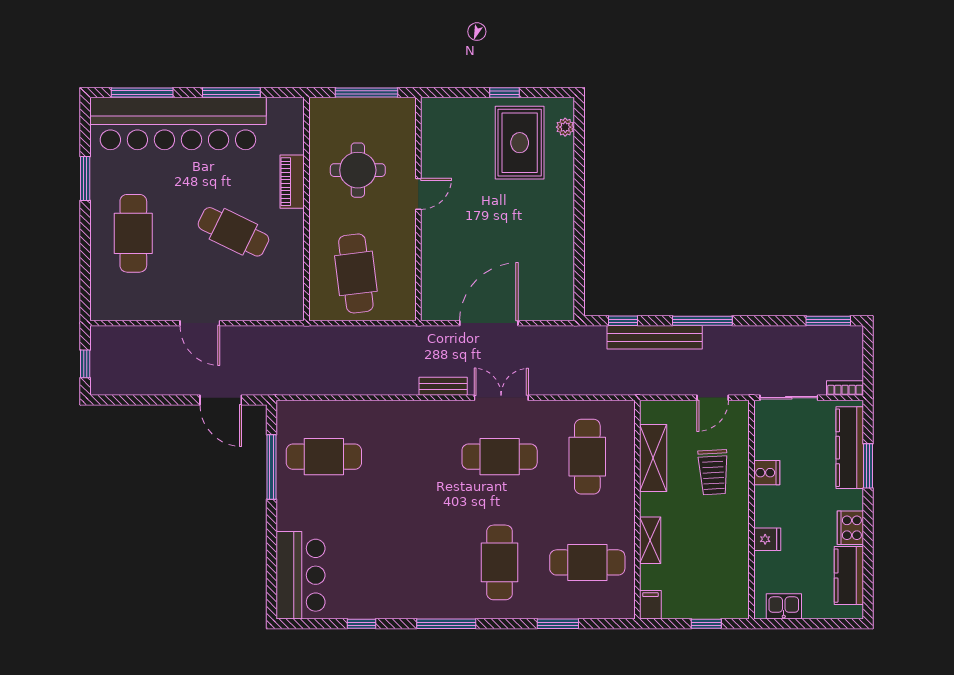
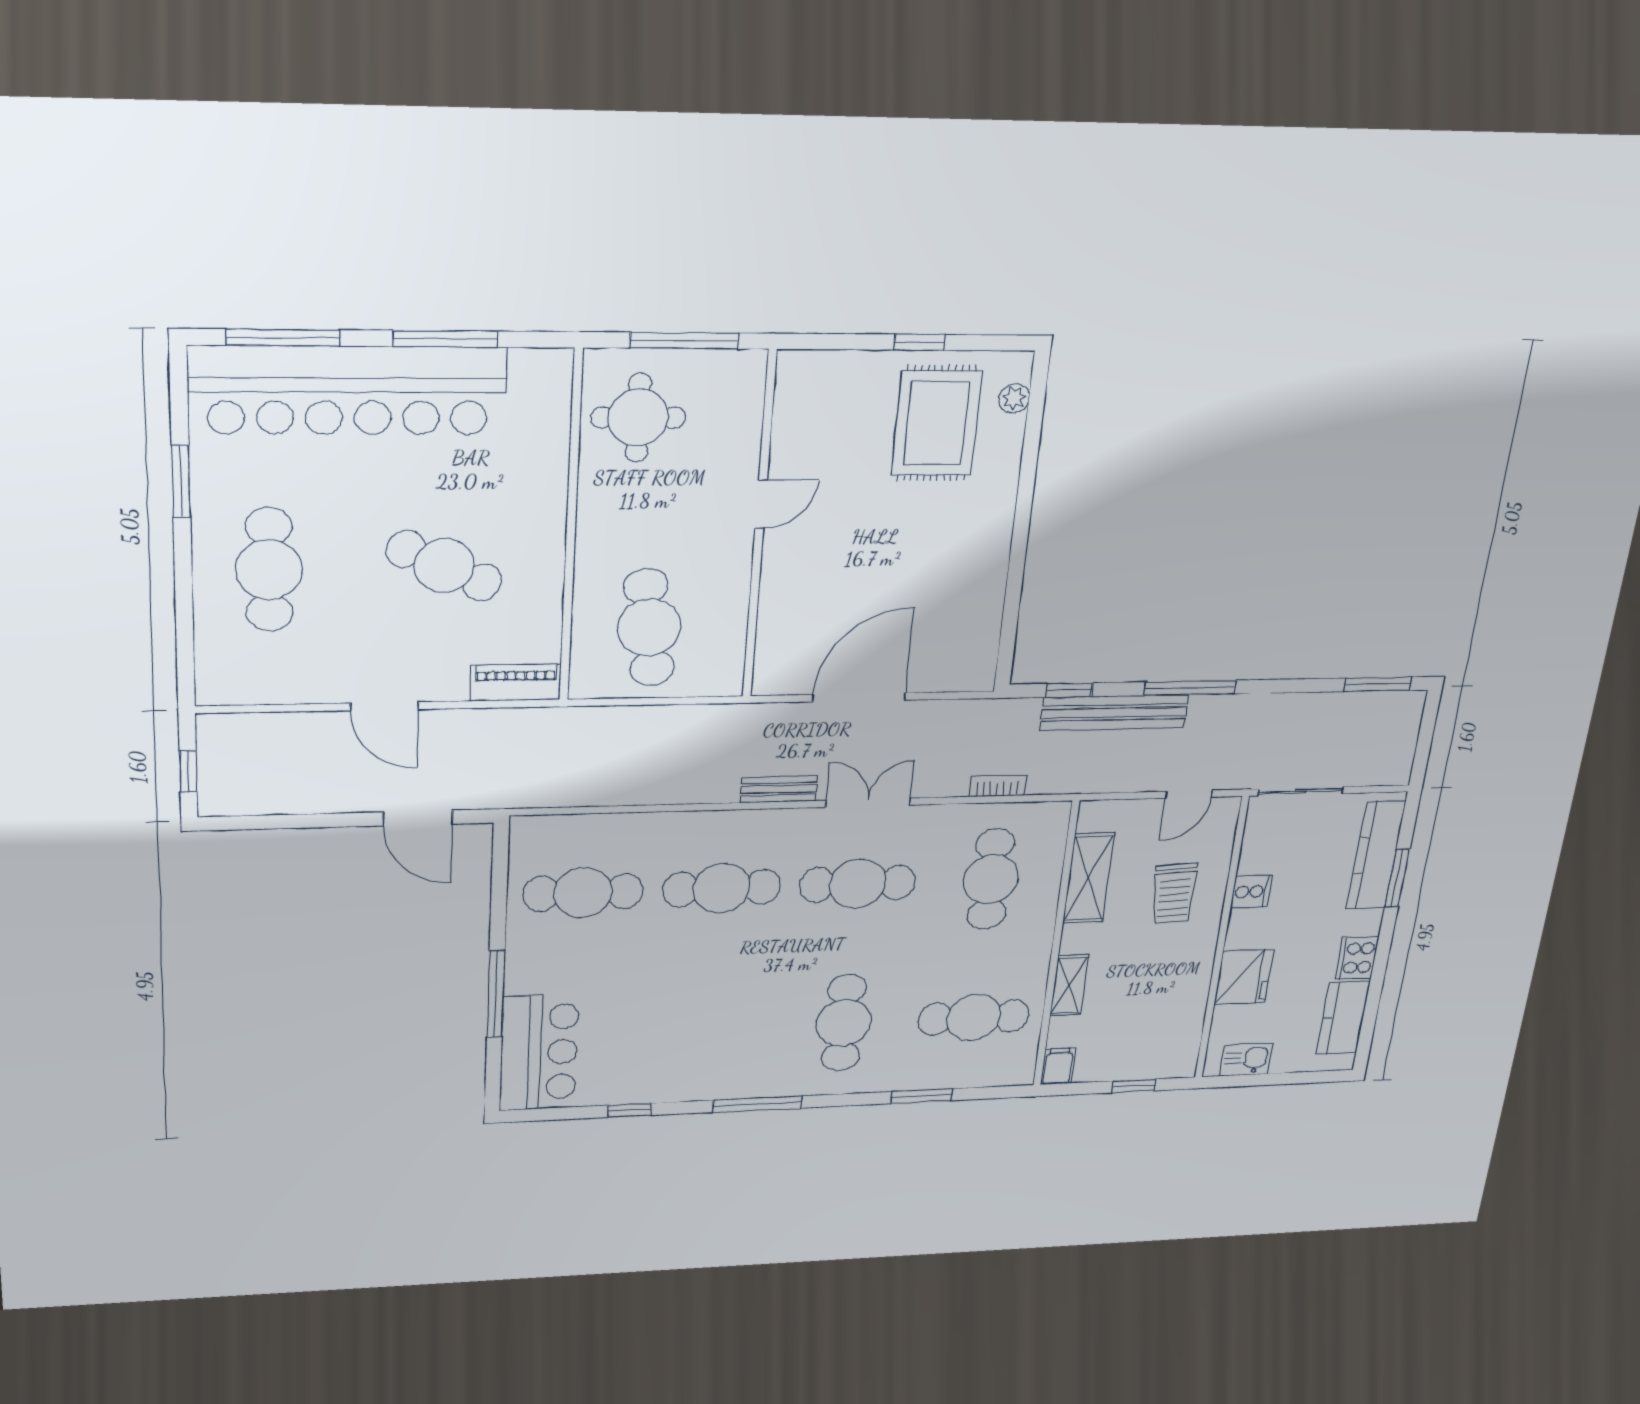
round table: (358, 170) -> (638, 418), moved
piano: (292, 182) -> (516, 683), moved, turned 90
bookcase: (845, 388) -> (997, 786), moved
cafe table: (412, 457) -> (722, 888), added
window: (272, 467) -> (496, 994), moved
fridge: (767, 539) -> (1244, 977), width x1.88, depth x1.34

